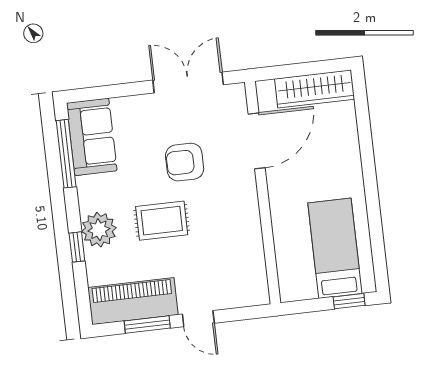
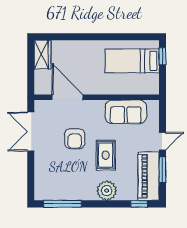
wardrobe: (315, 89) -> (42, 55), width x0.67
sofa: (92, 137) -> (126, 112), moved, turned 180
window: (77, 247) -> (139, 204), moved

